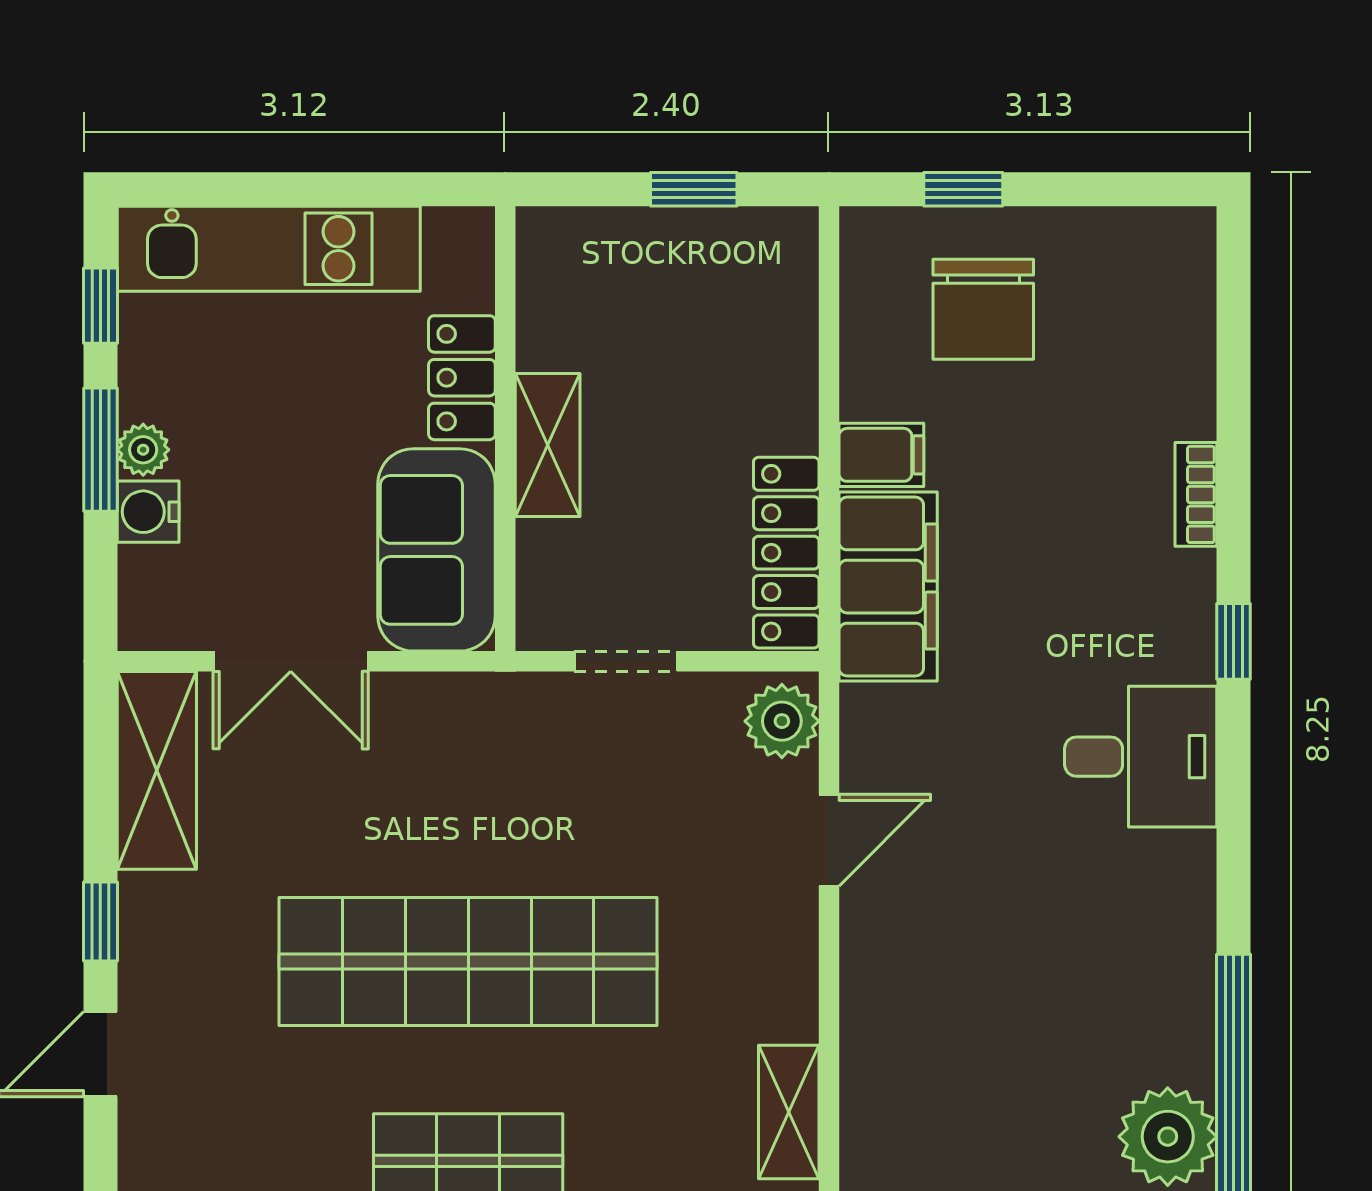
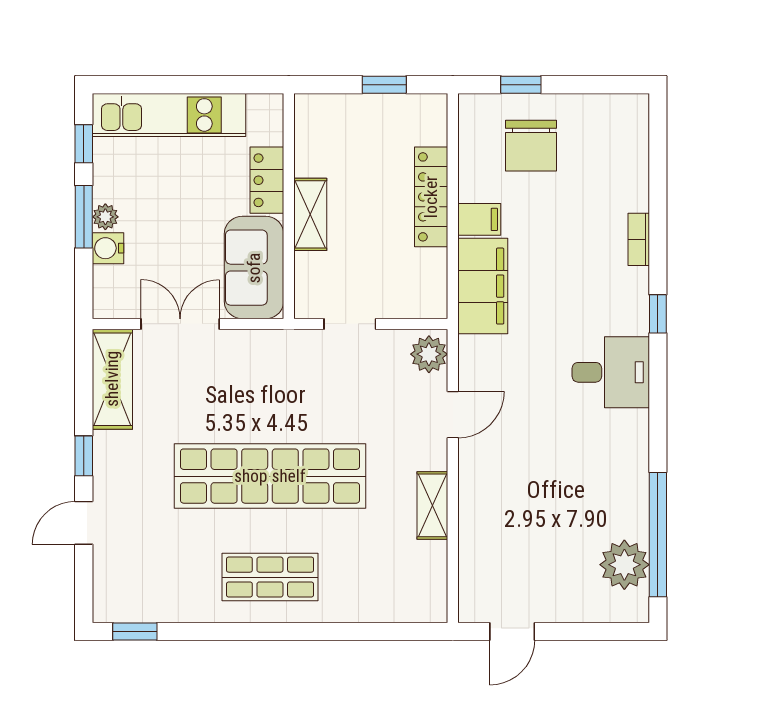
locker: (786, 553) -> (431, 197), moved
double door: (291, 661) -> (180, 324), swing flipped
shelving: (789, 1112) -> (432, 505), moved

